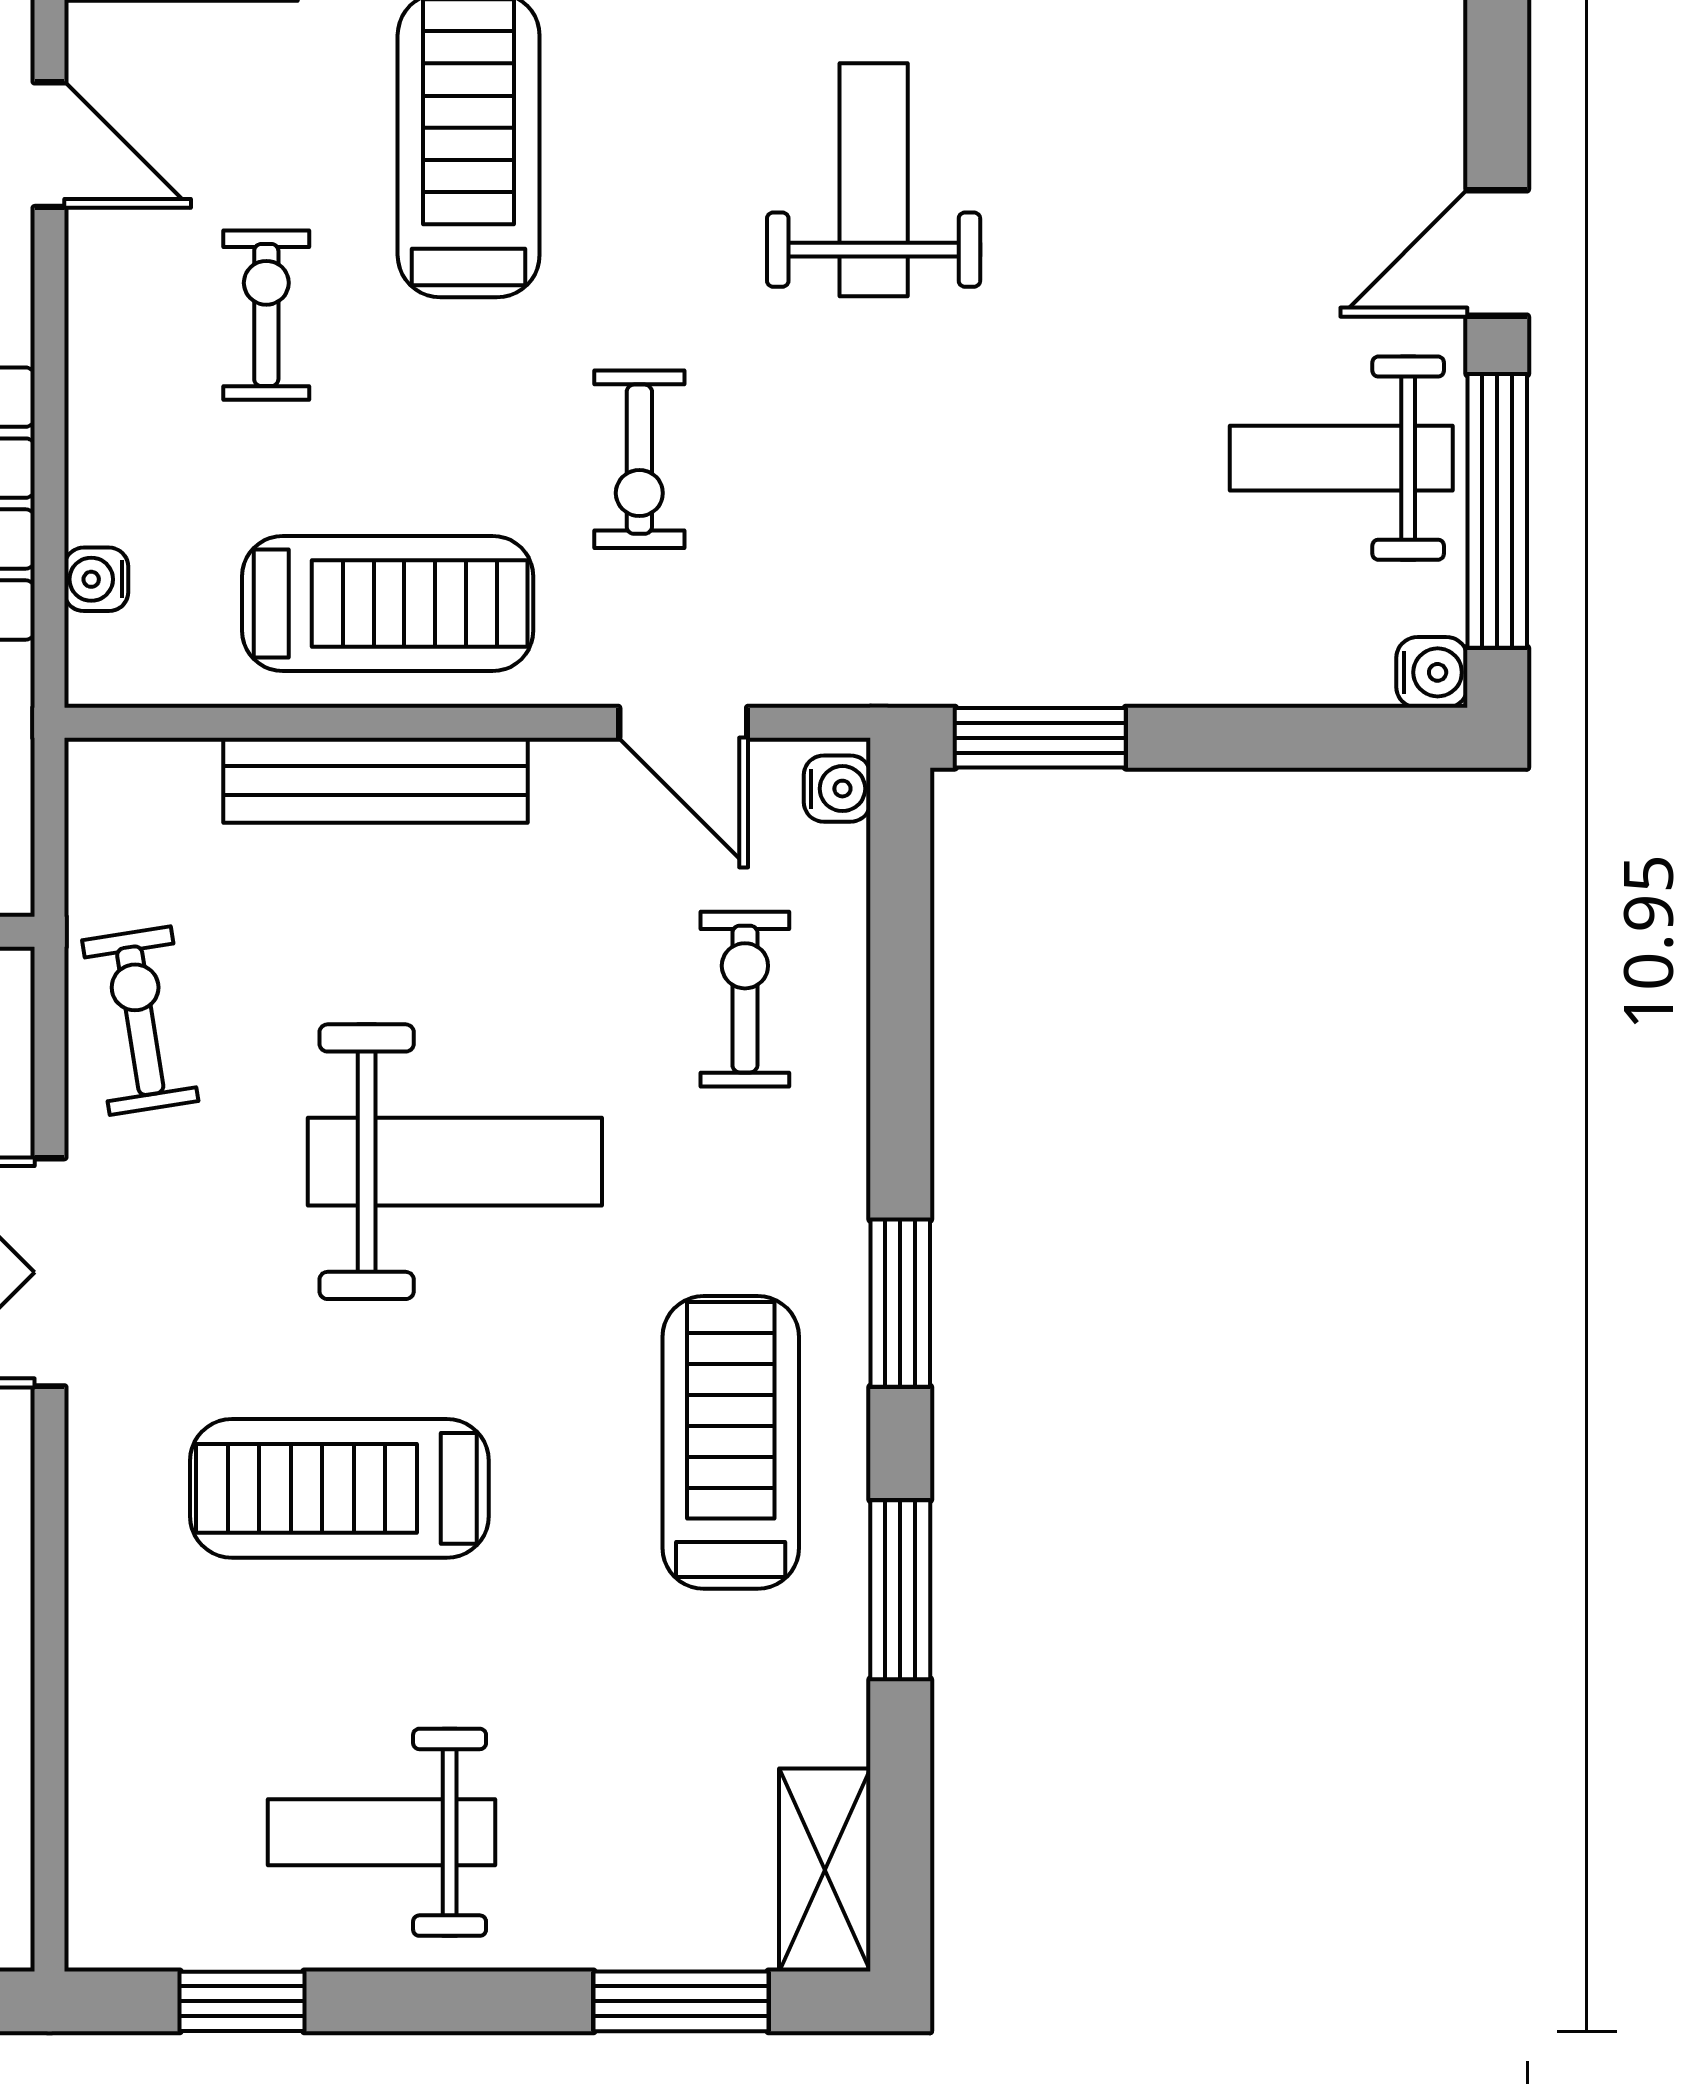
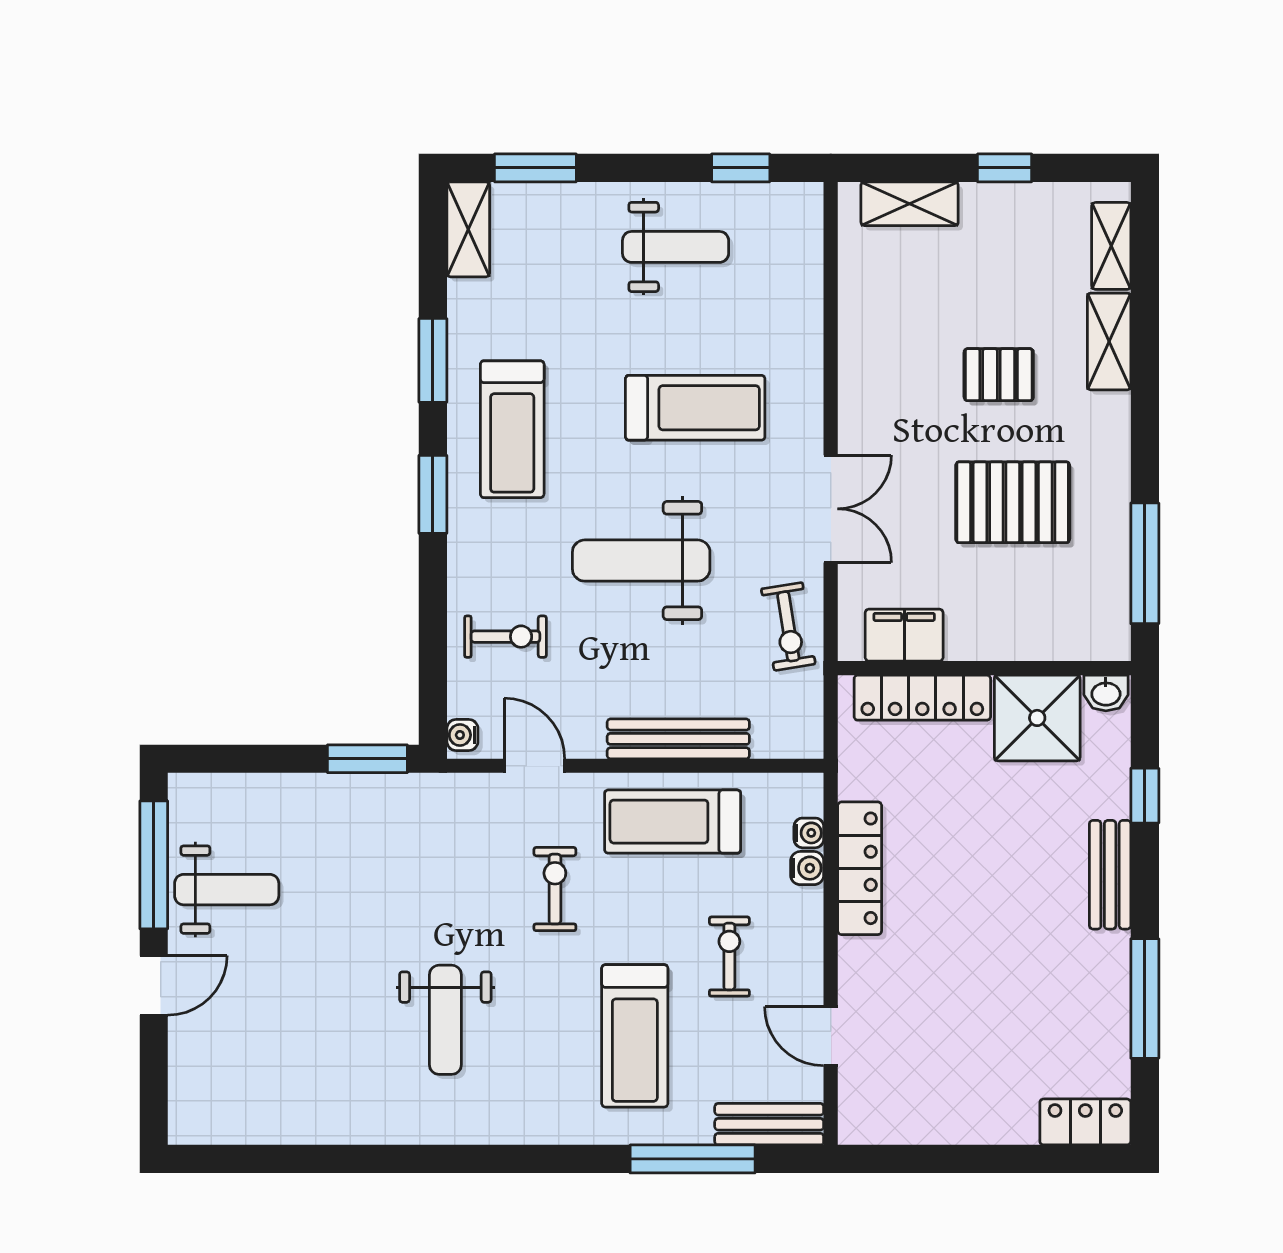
exercise bike: (266, 315) -> (729, 956), turned 180
water cooler: (1432, 672) -> (807, 868), moved, turned 180
exercise bike: (745, 999) -> (506, 637), turned -90

